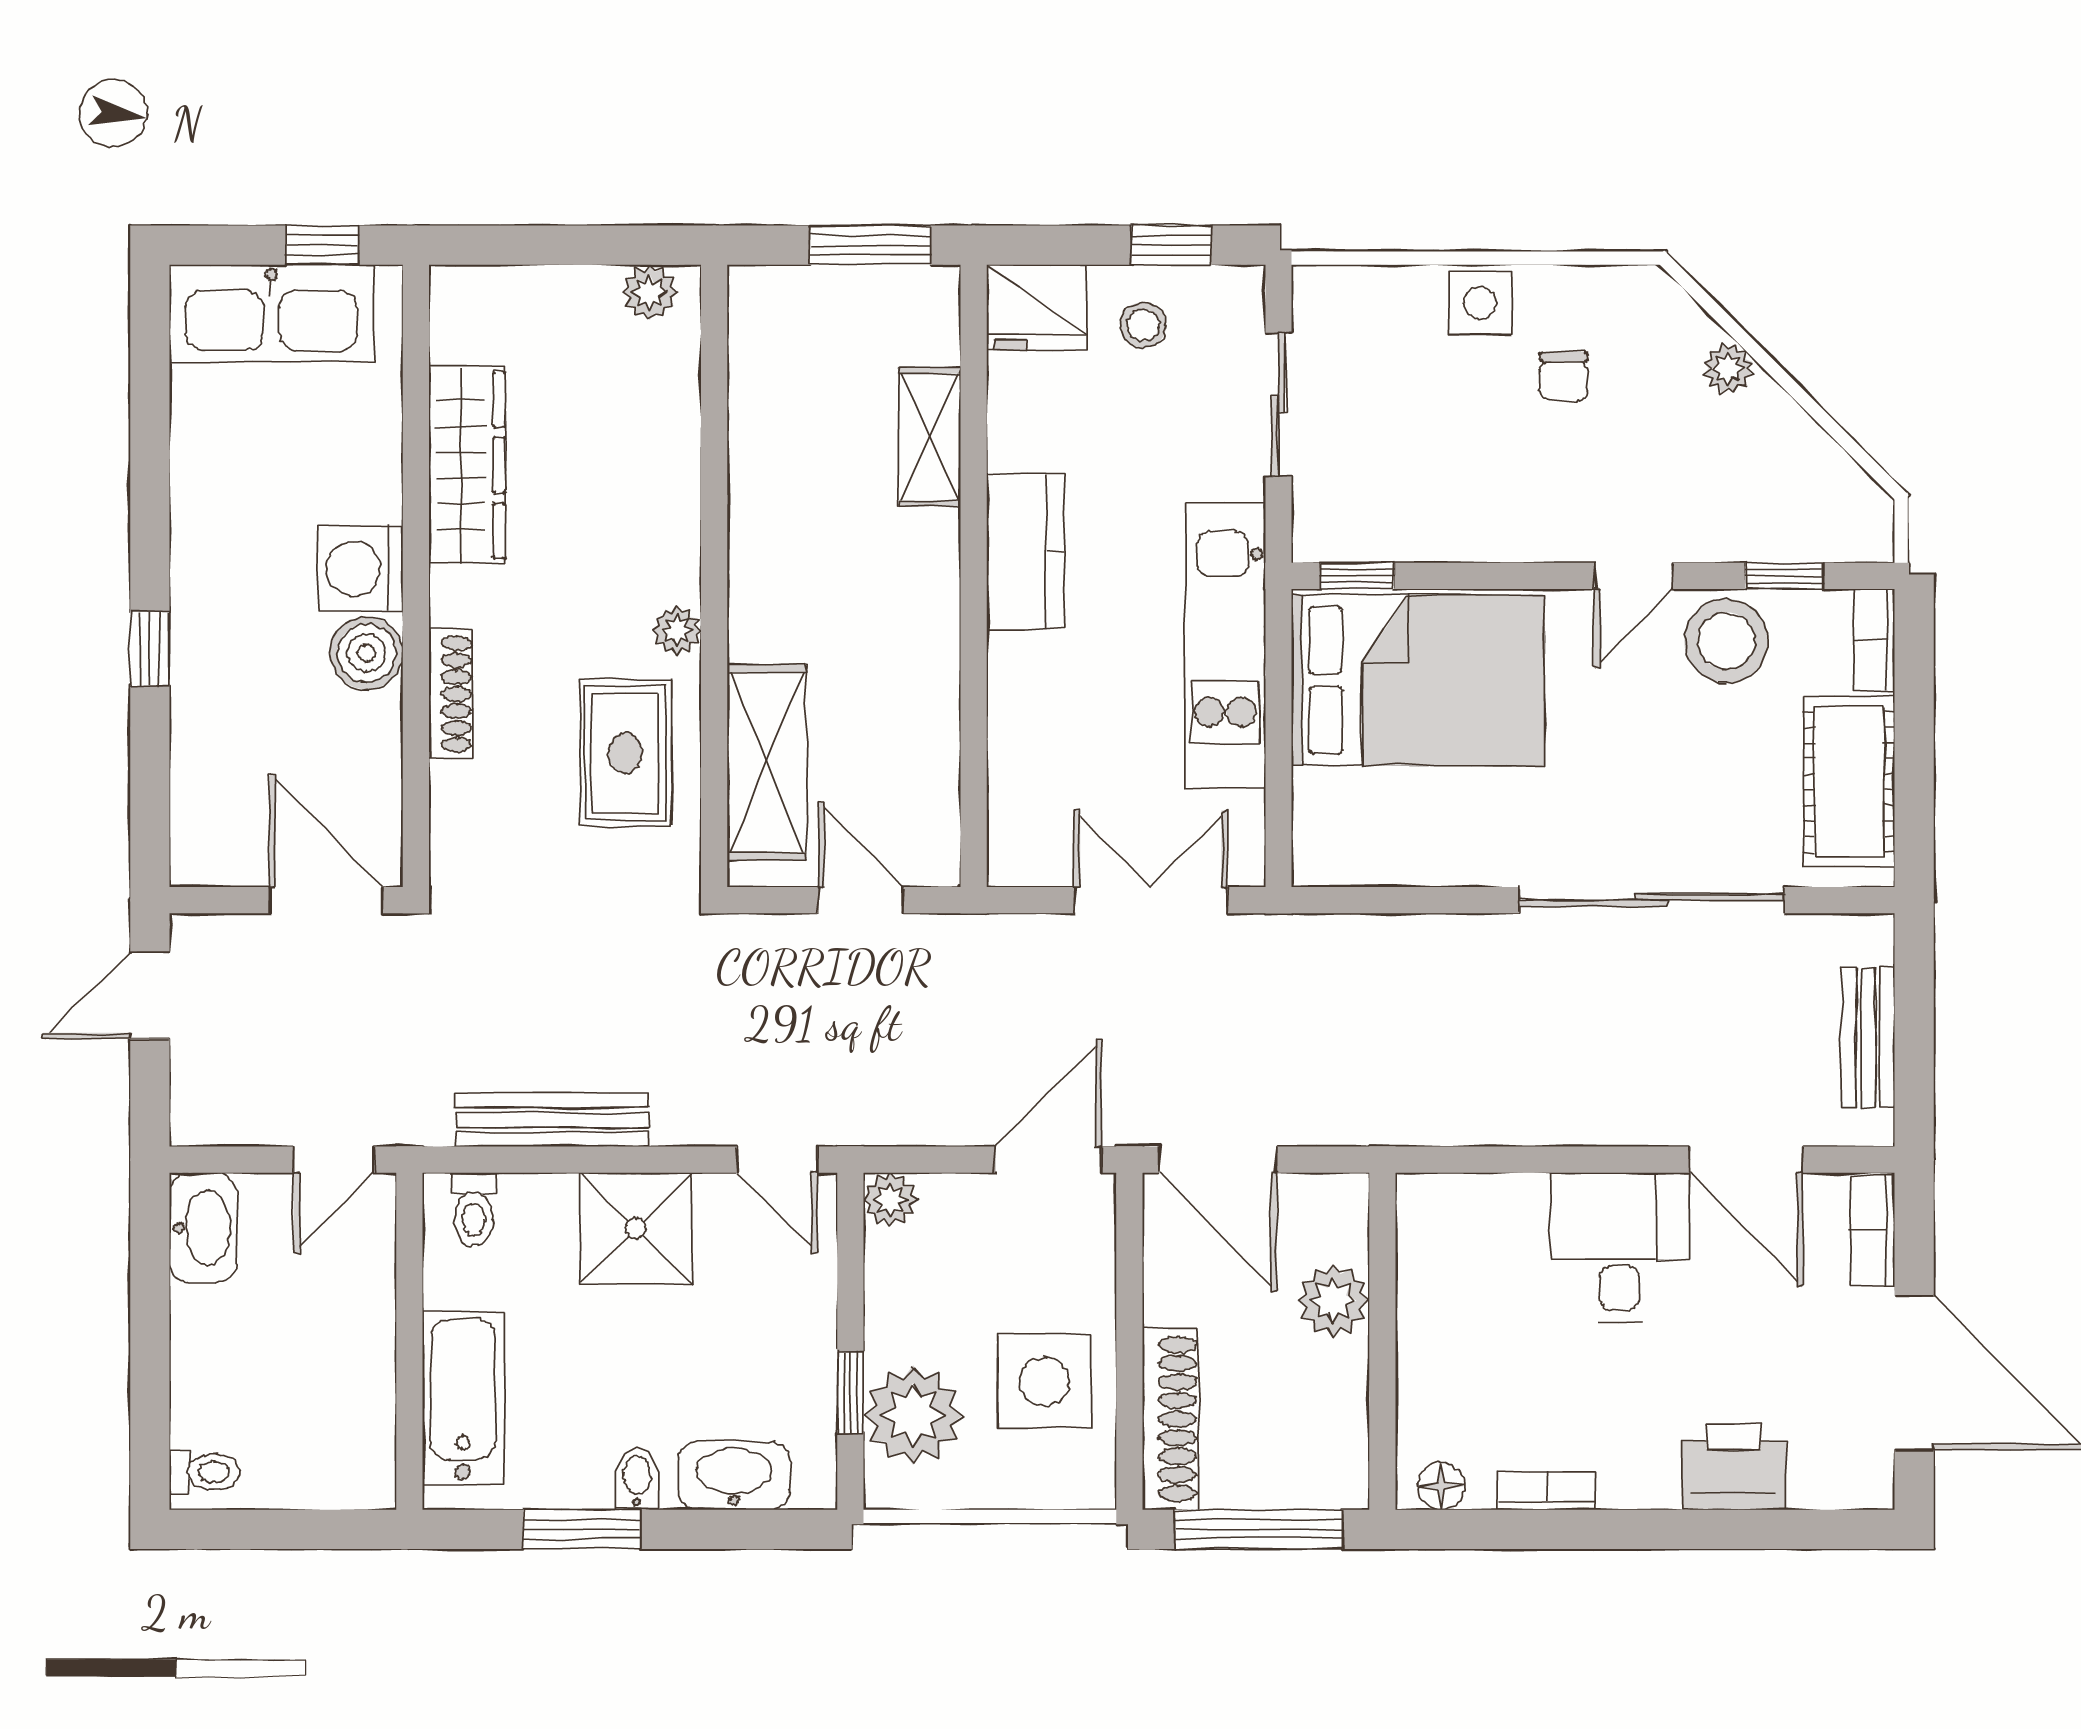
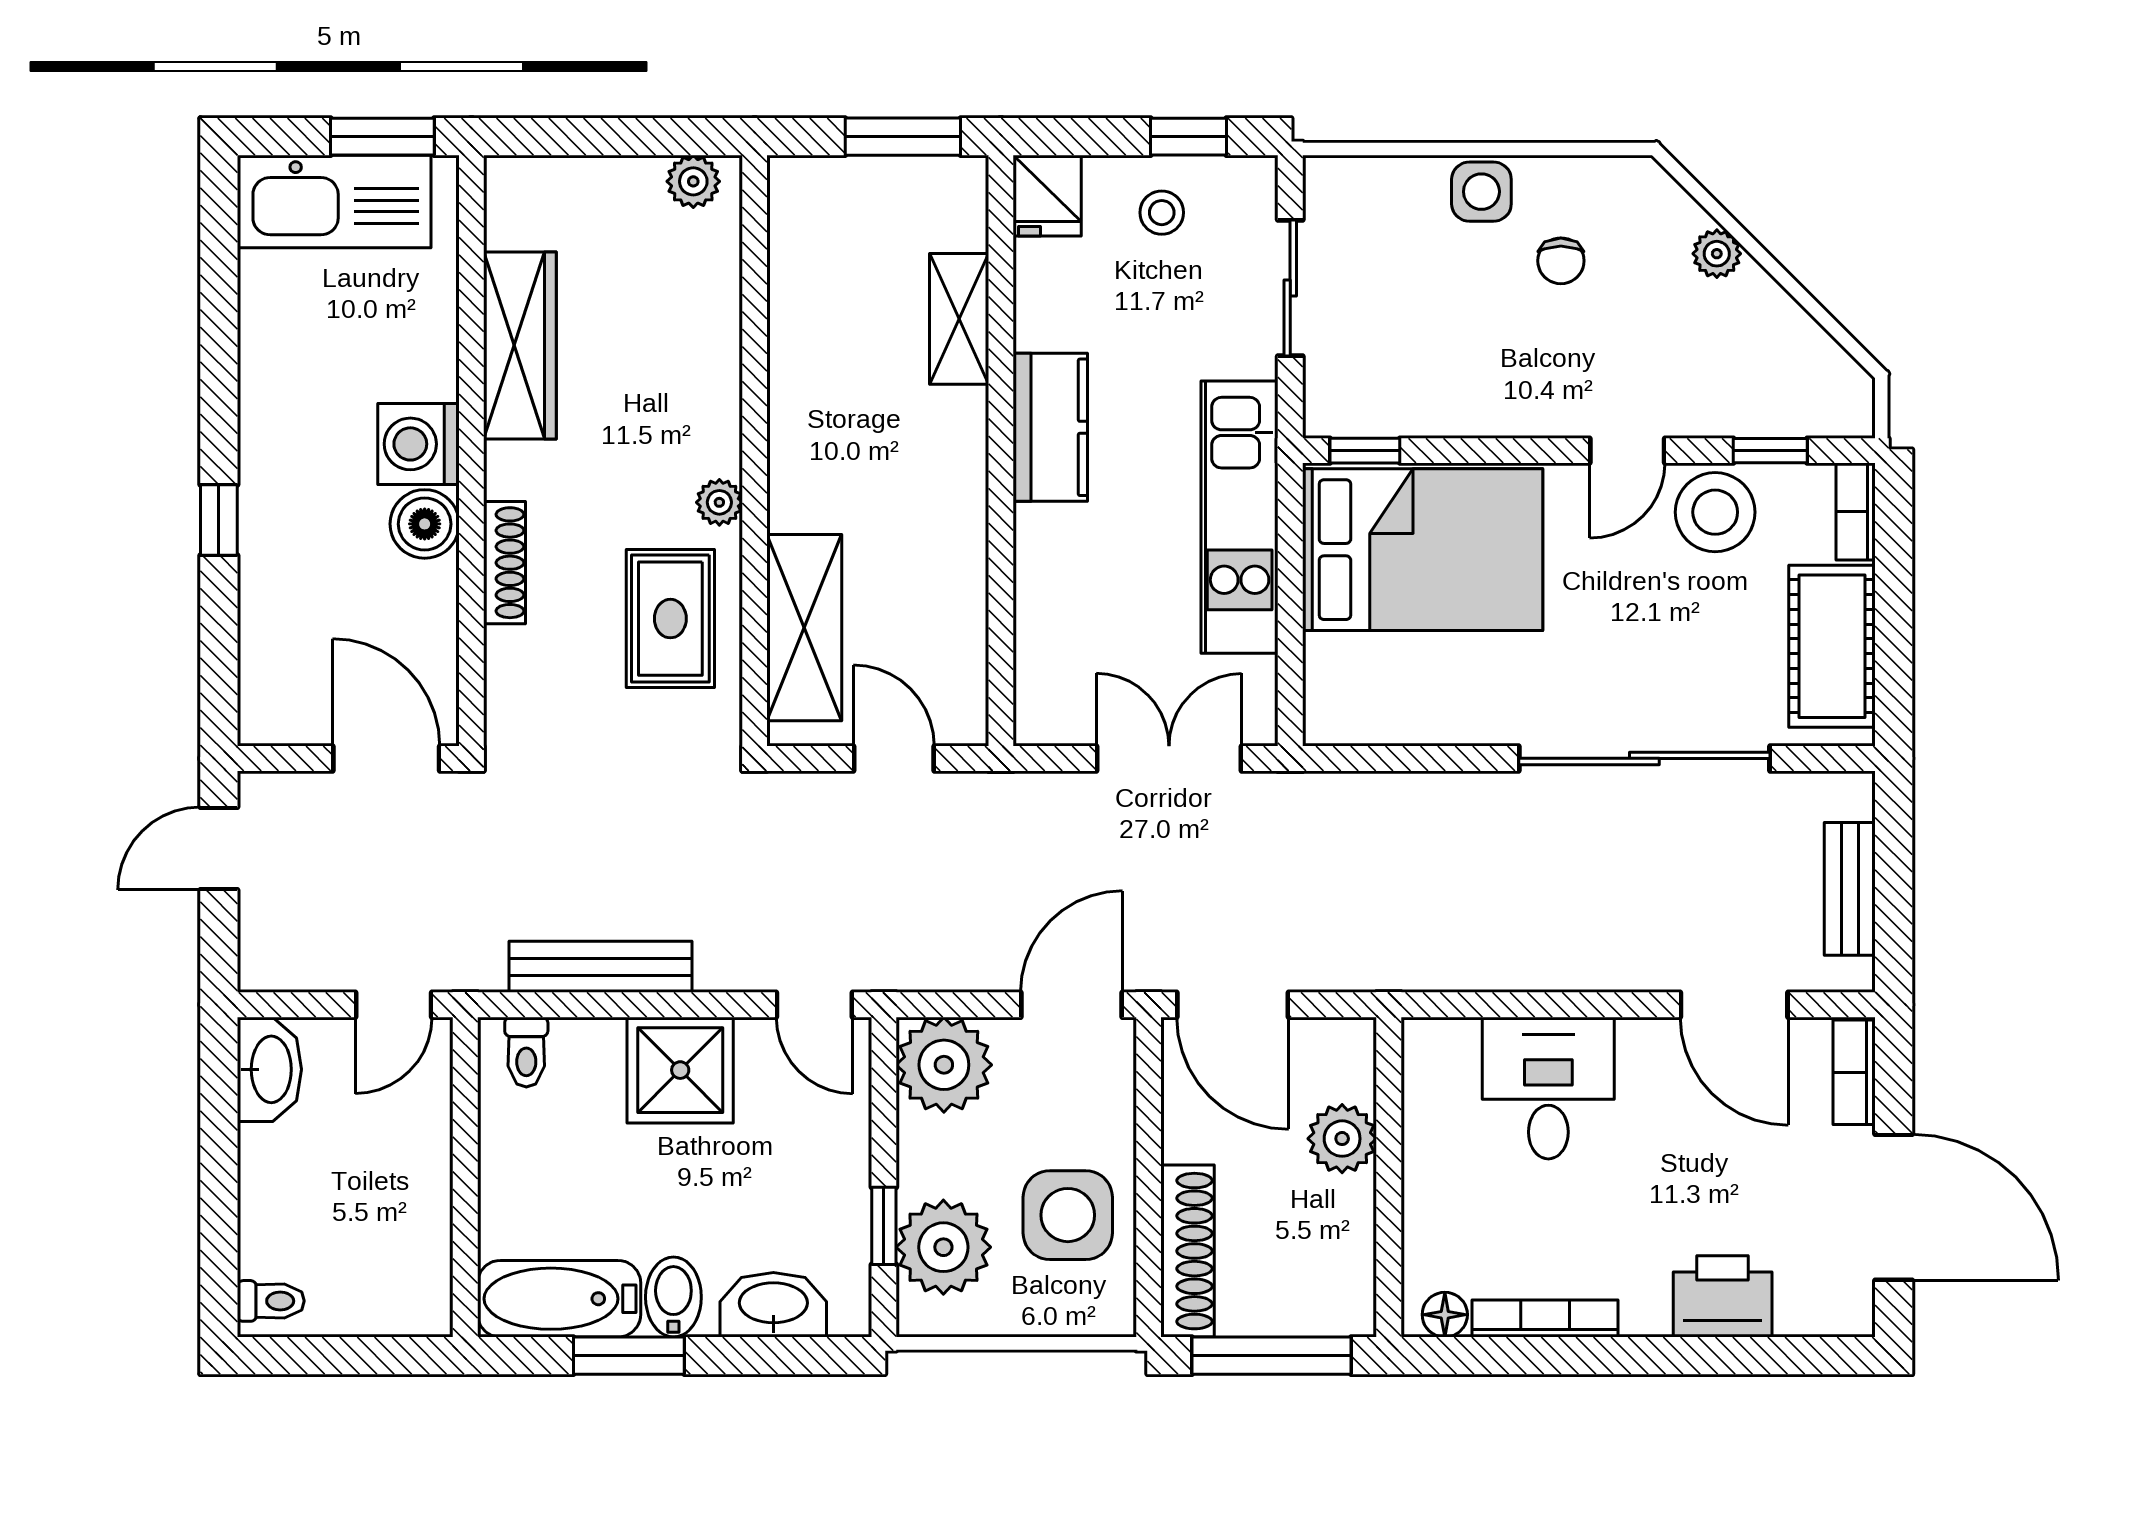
window: (322, 245) -> (382, 137), width x1.50
fridge: (1036, 307) -> (1047, 196), width x0.72
plant: (890, 1199) -> (944, 1065), width x1.88, depth x1.88
desk: (1620, 1247) -> (1548, 1088), moved
bathtub: (463, 1398) -> (559, 1299), moved, turned -90
bidet: (637, 1479) -> (673, 1297), width x1.38, depth x1.36
bookcase: (1547, 1490) -> (1545, 1319), width x1.56

